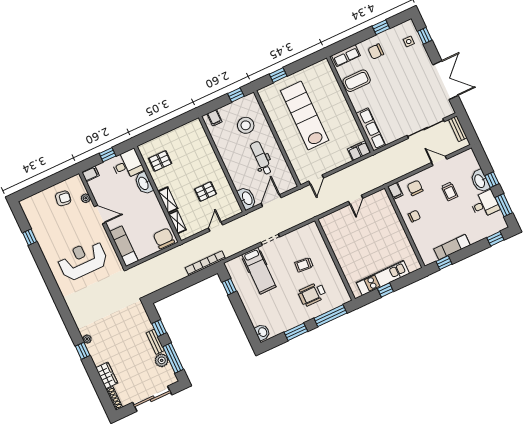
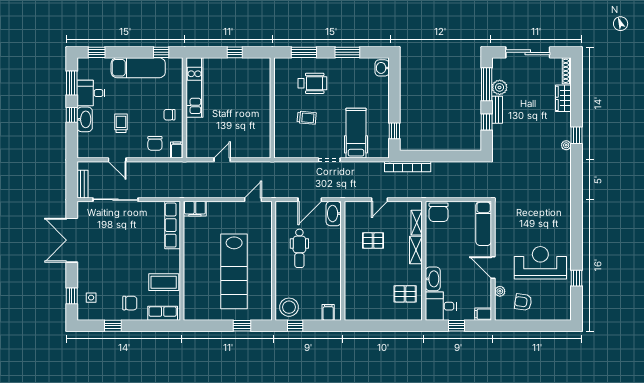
stool: (246, 125) -> (289, 307), moved
exam couch: (452, 247) -> (138, 68), width x1.36, depth x1.45
reception desk: (82, 260) -> (540, 263), moved, turned 180
kitchen unit: (383, 278) -> (195, 87), moved, turned -90
window: (330, 316) -> (304, 52), width x0.69

